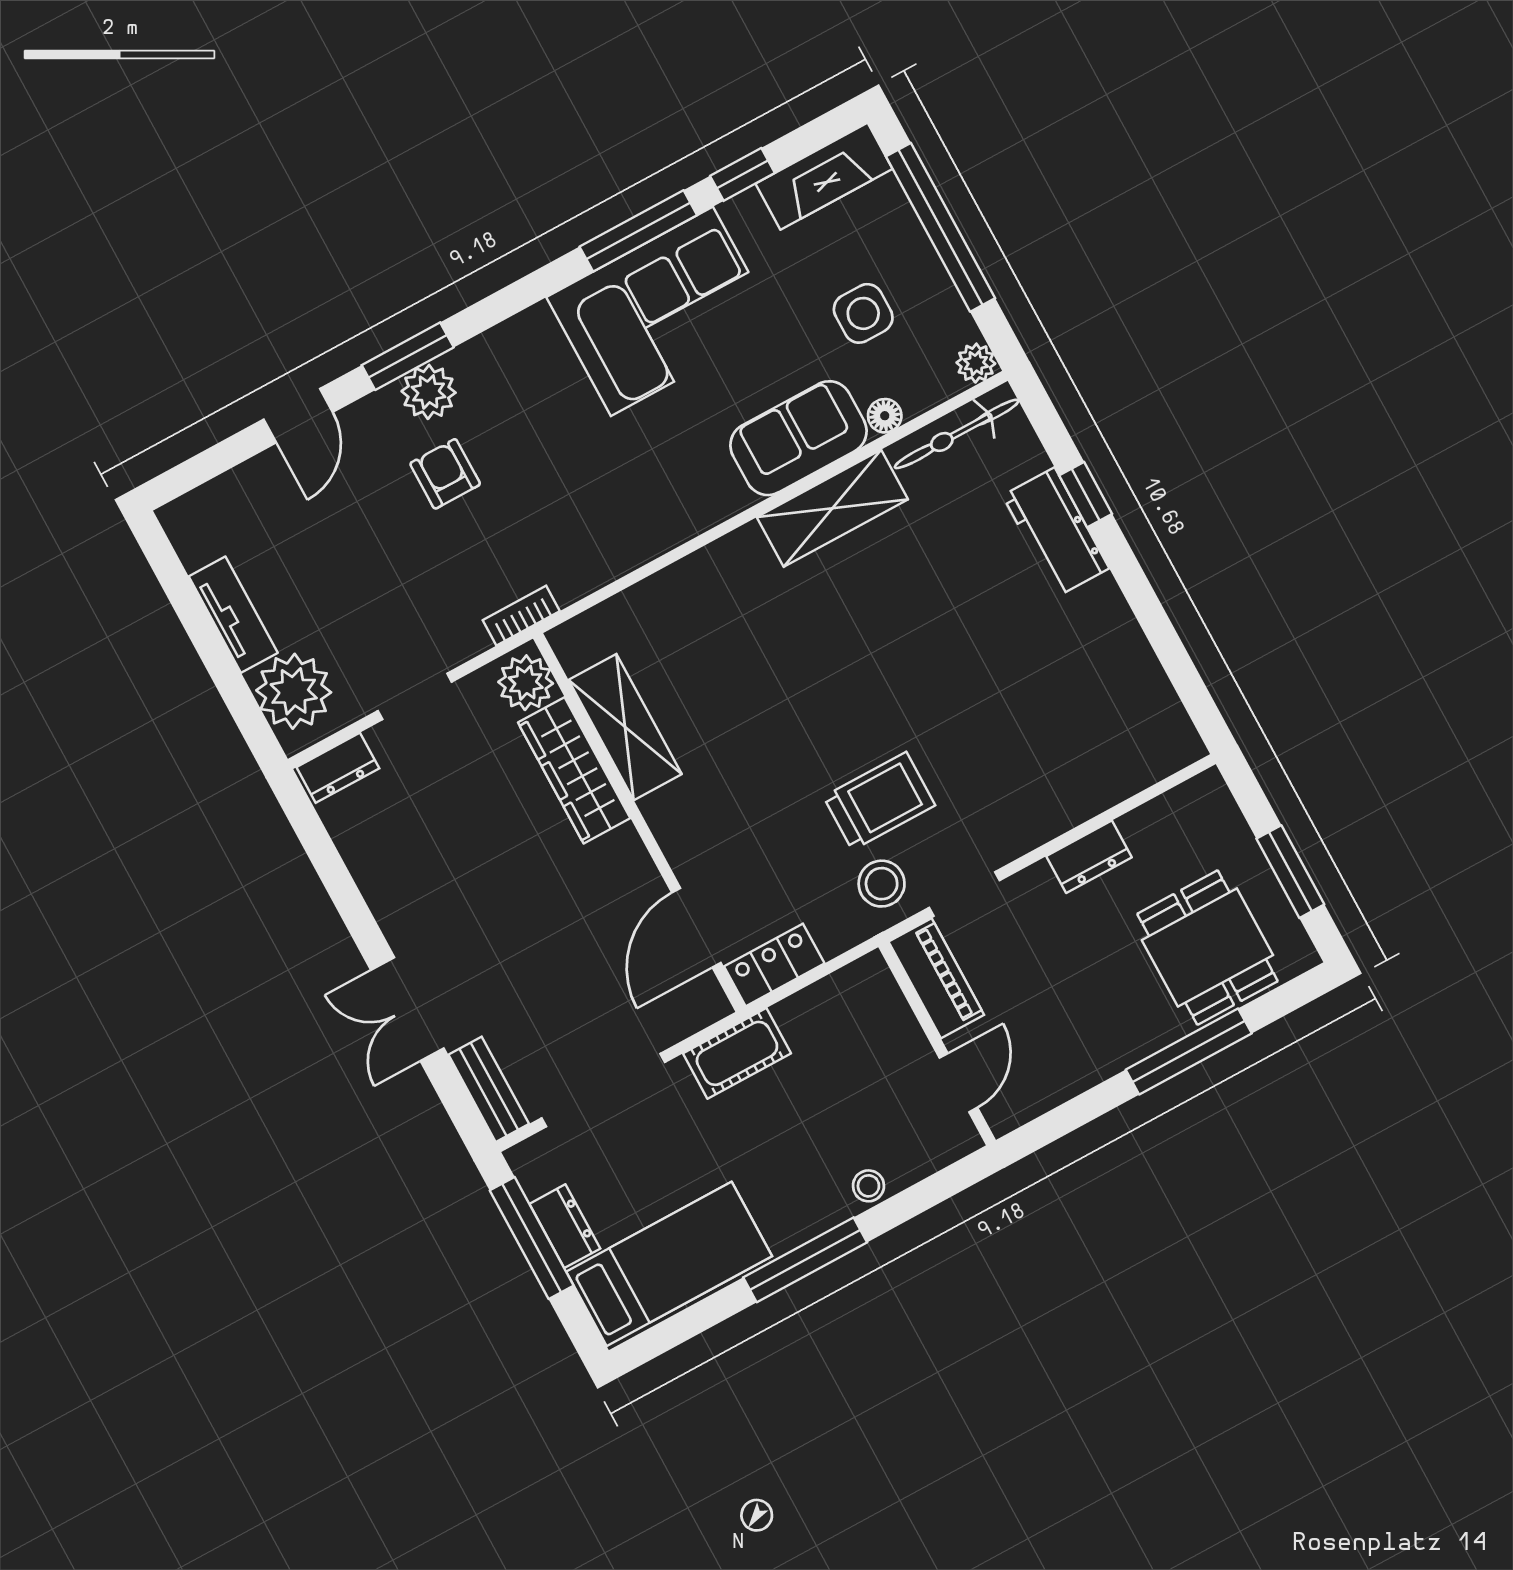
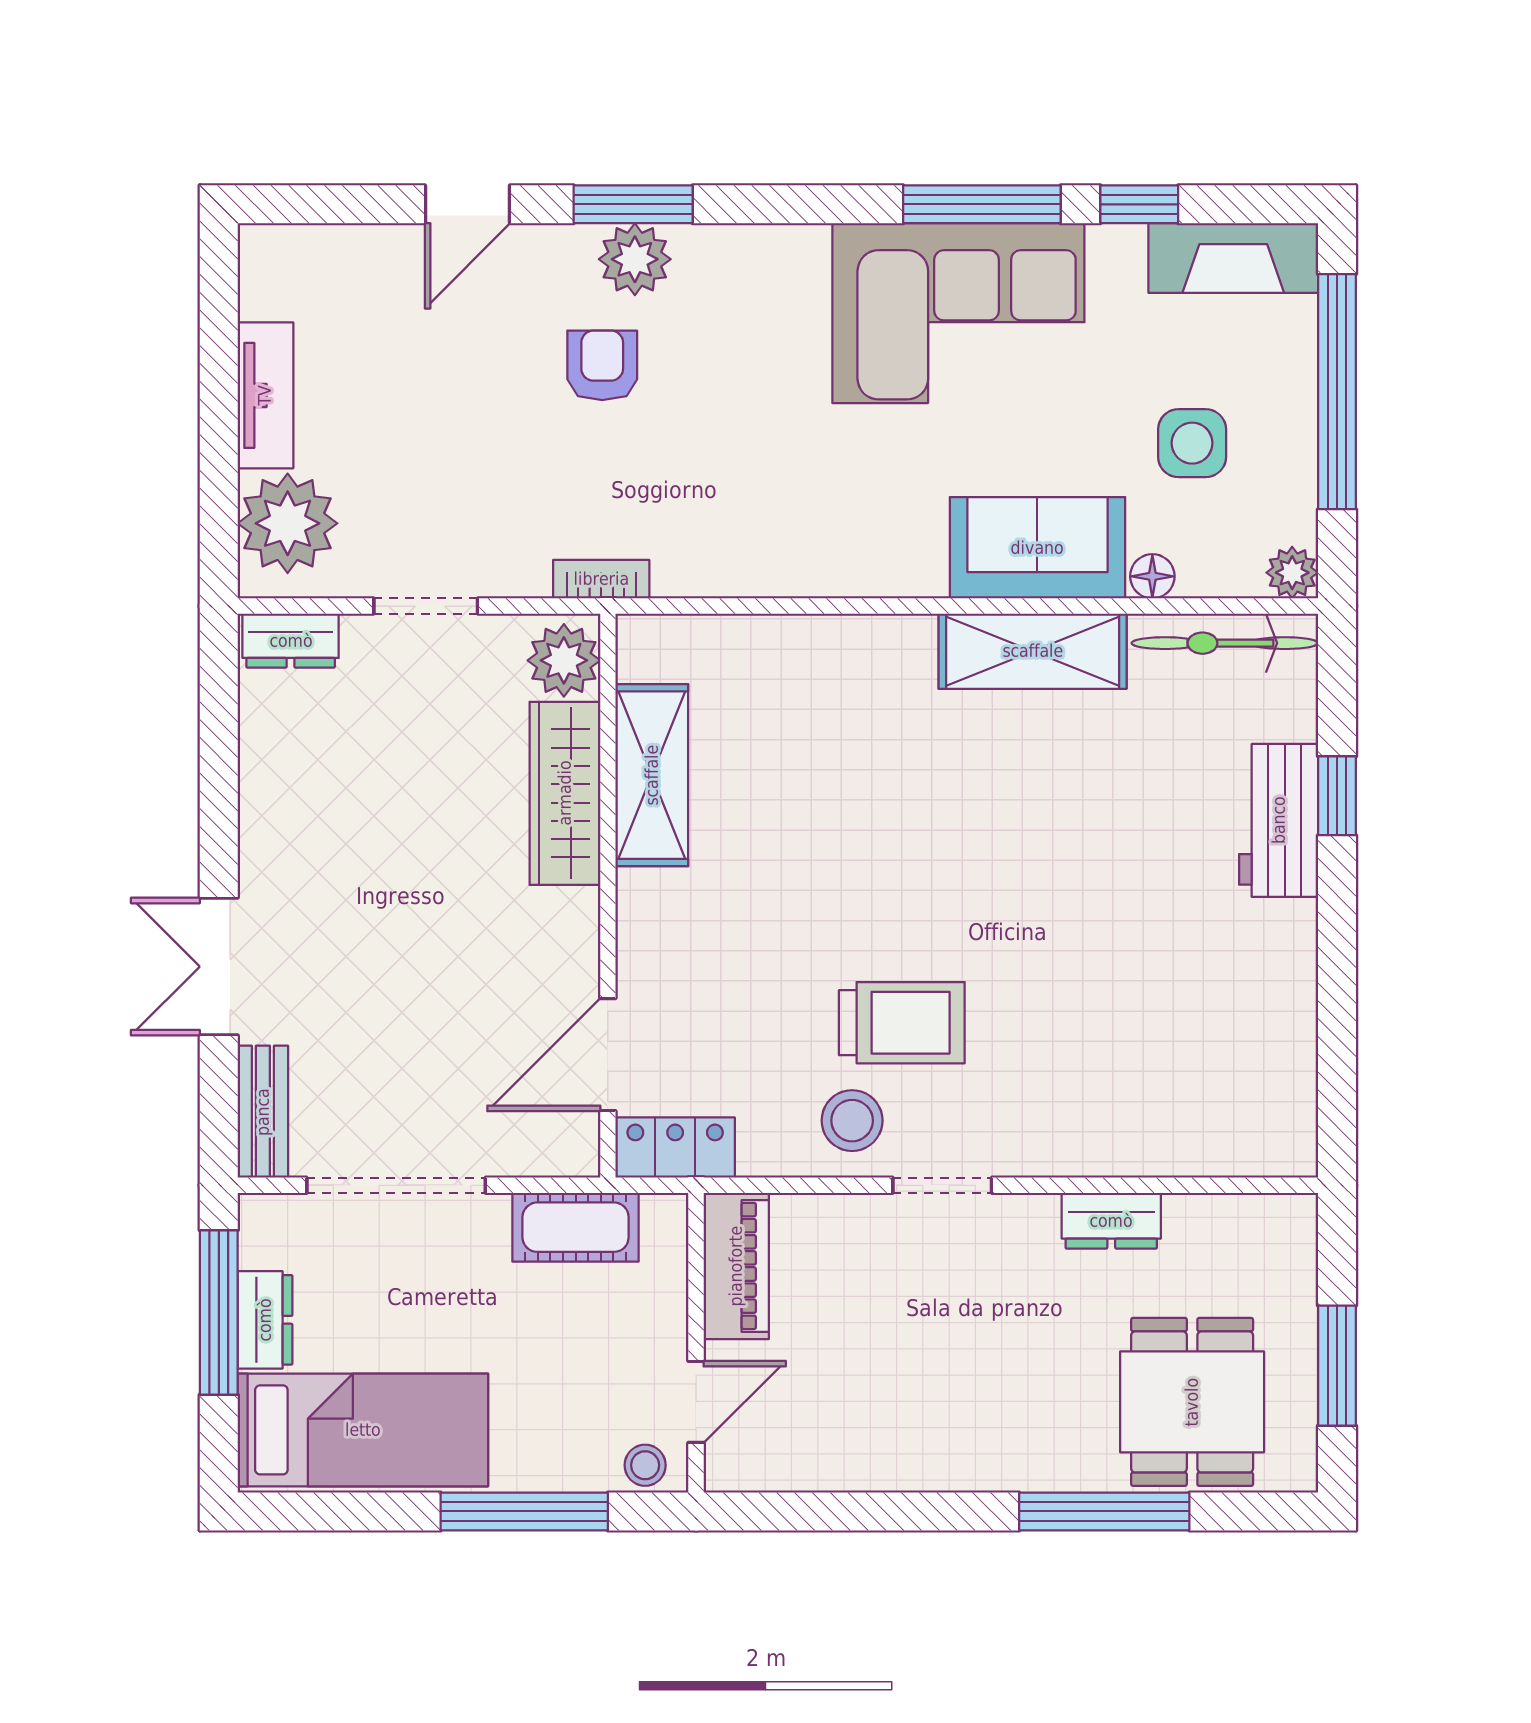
piano: (936, 978) -> (736, 1266), moved
wall: (937, 1044) -> (696, 1343), moved
door: (958, 1083) -> (696, 1402), moved

